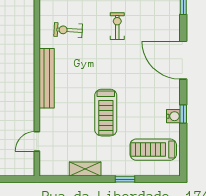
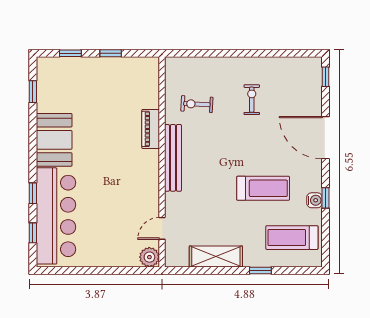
piano: (27, 52) -> (151, 129), added
treadmill: (106, 113) -> (263, 188), moved, turned -90
plant: (26, 167) -> (149, 257), added
shelving: (85, 169) -> (216, 257), width x1.50, depth x1.33

